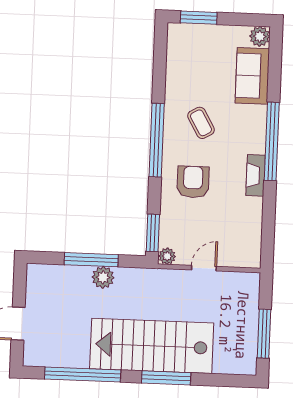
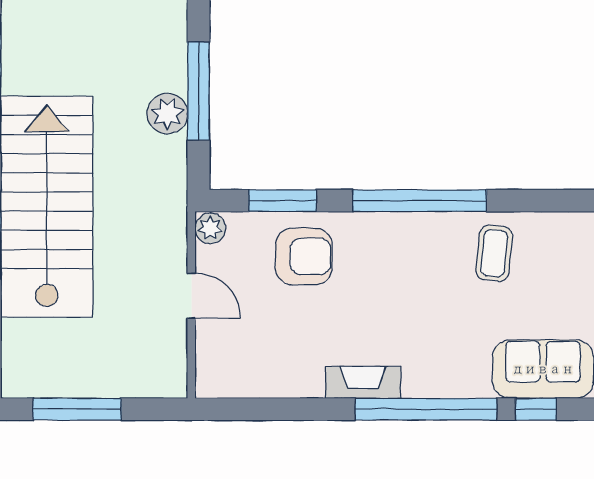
window: (274, 81) -> (536, 409), added
coffee table: (201, 123) -> (494, 253), moved, turned -54
armchair: (193, 182) -> (304, 256), moved
window: (153, 233) -> (283, 201), moved

